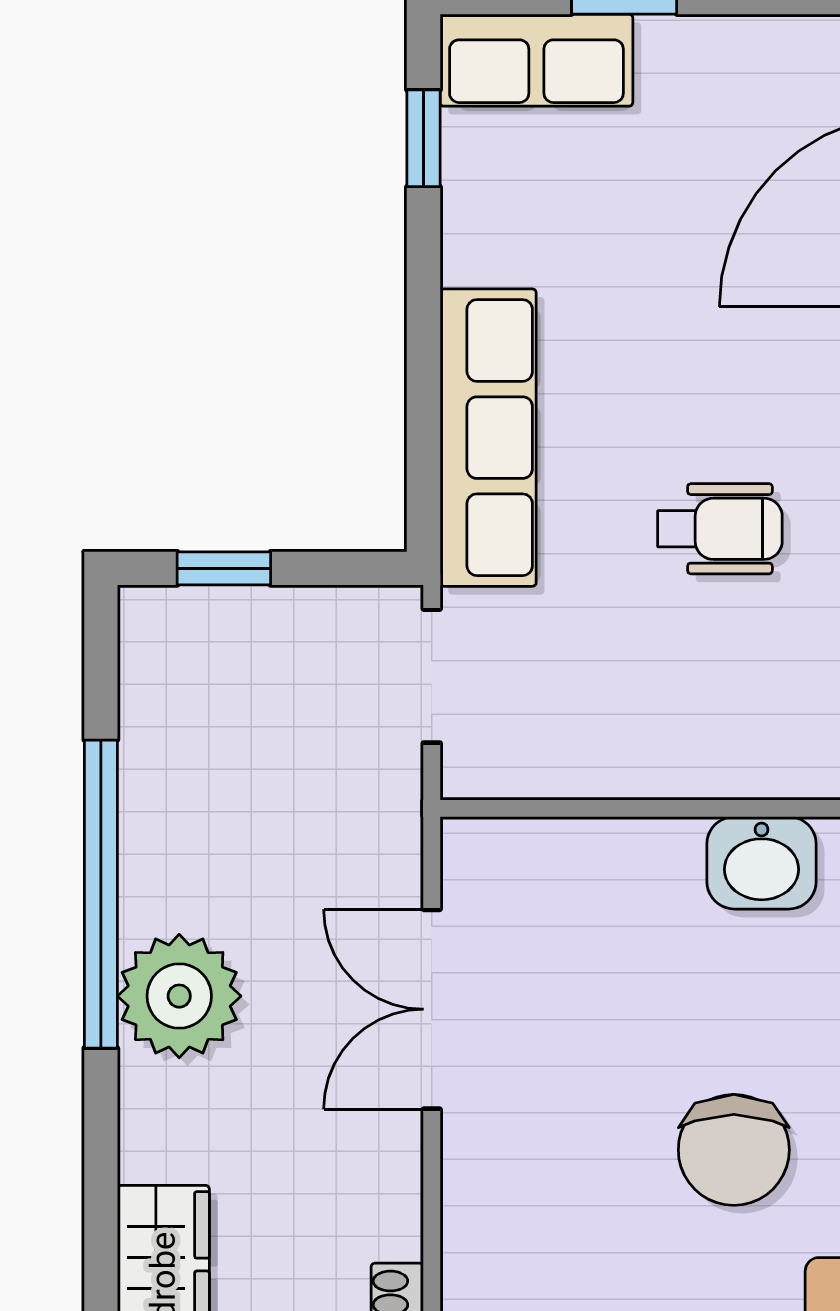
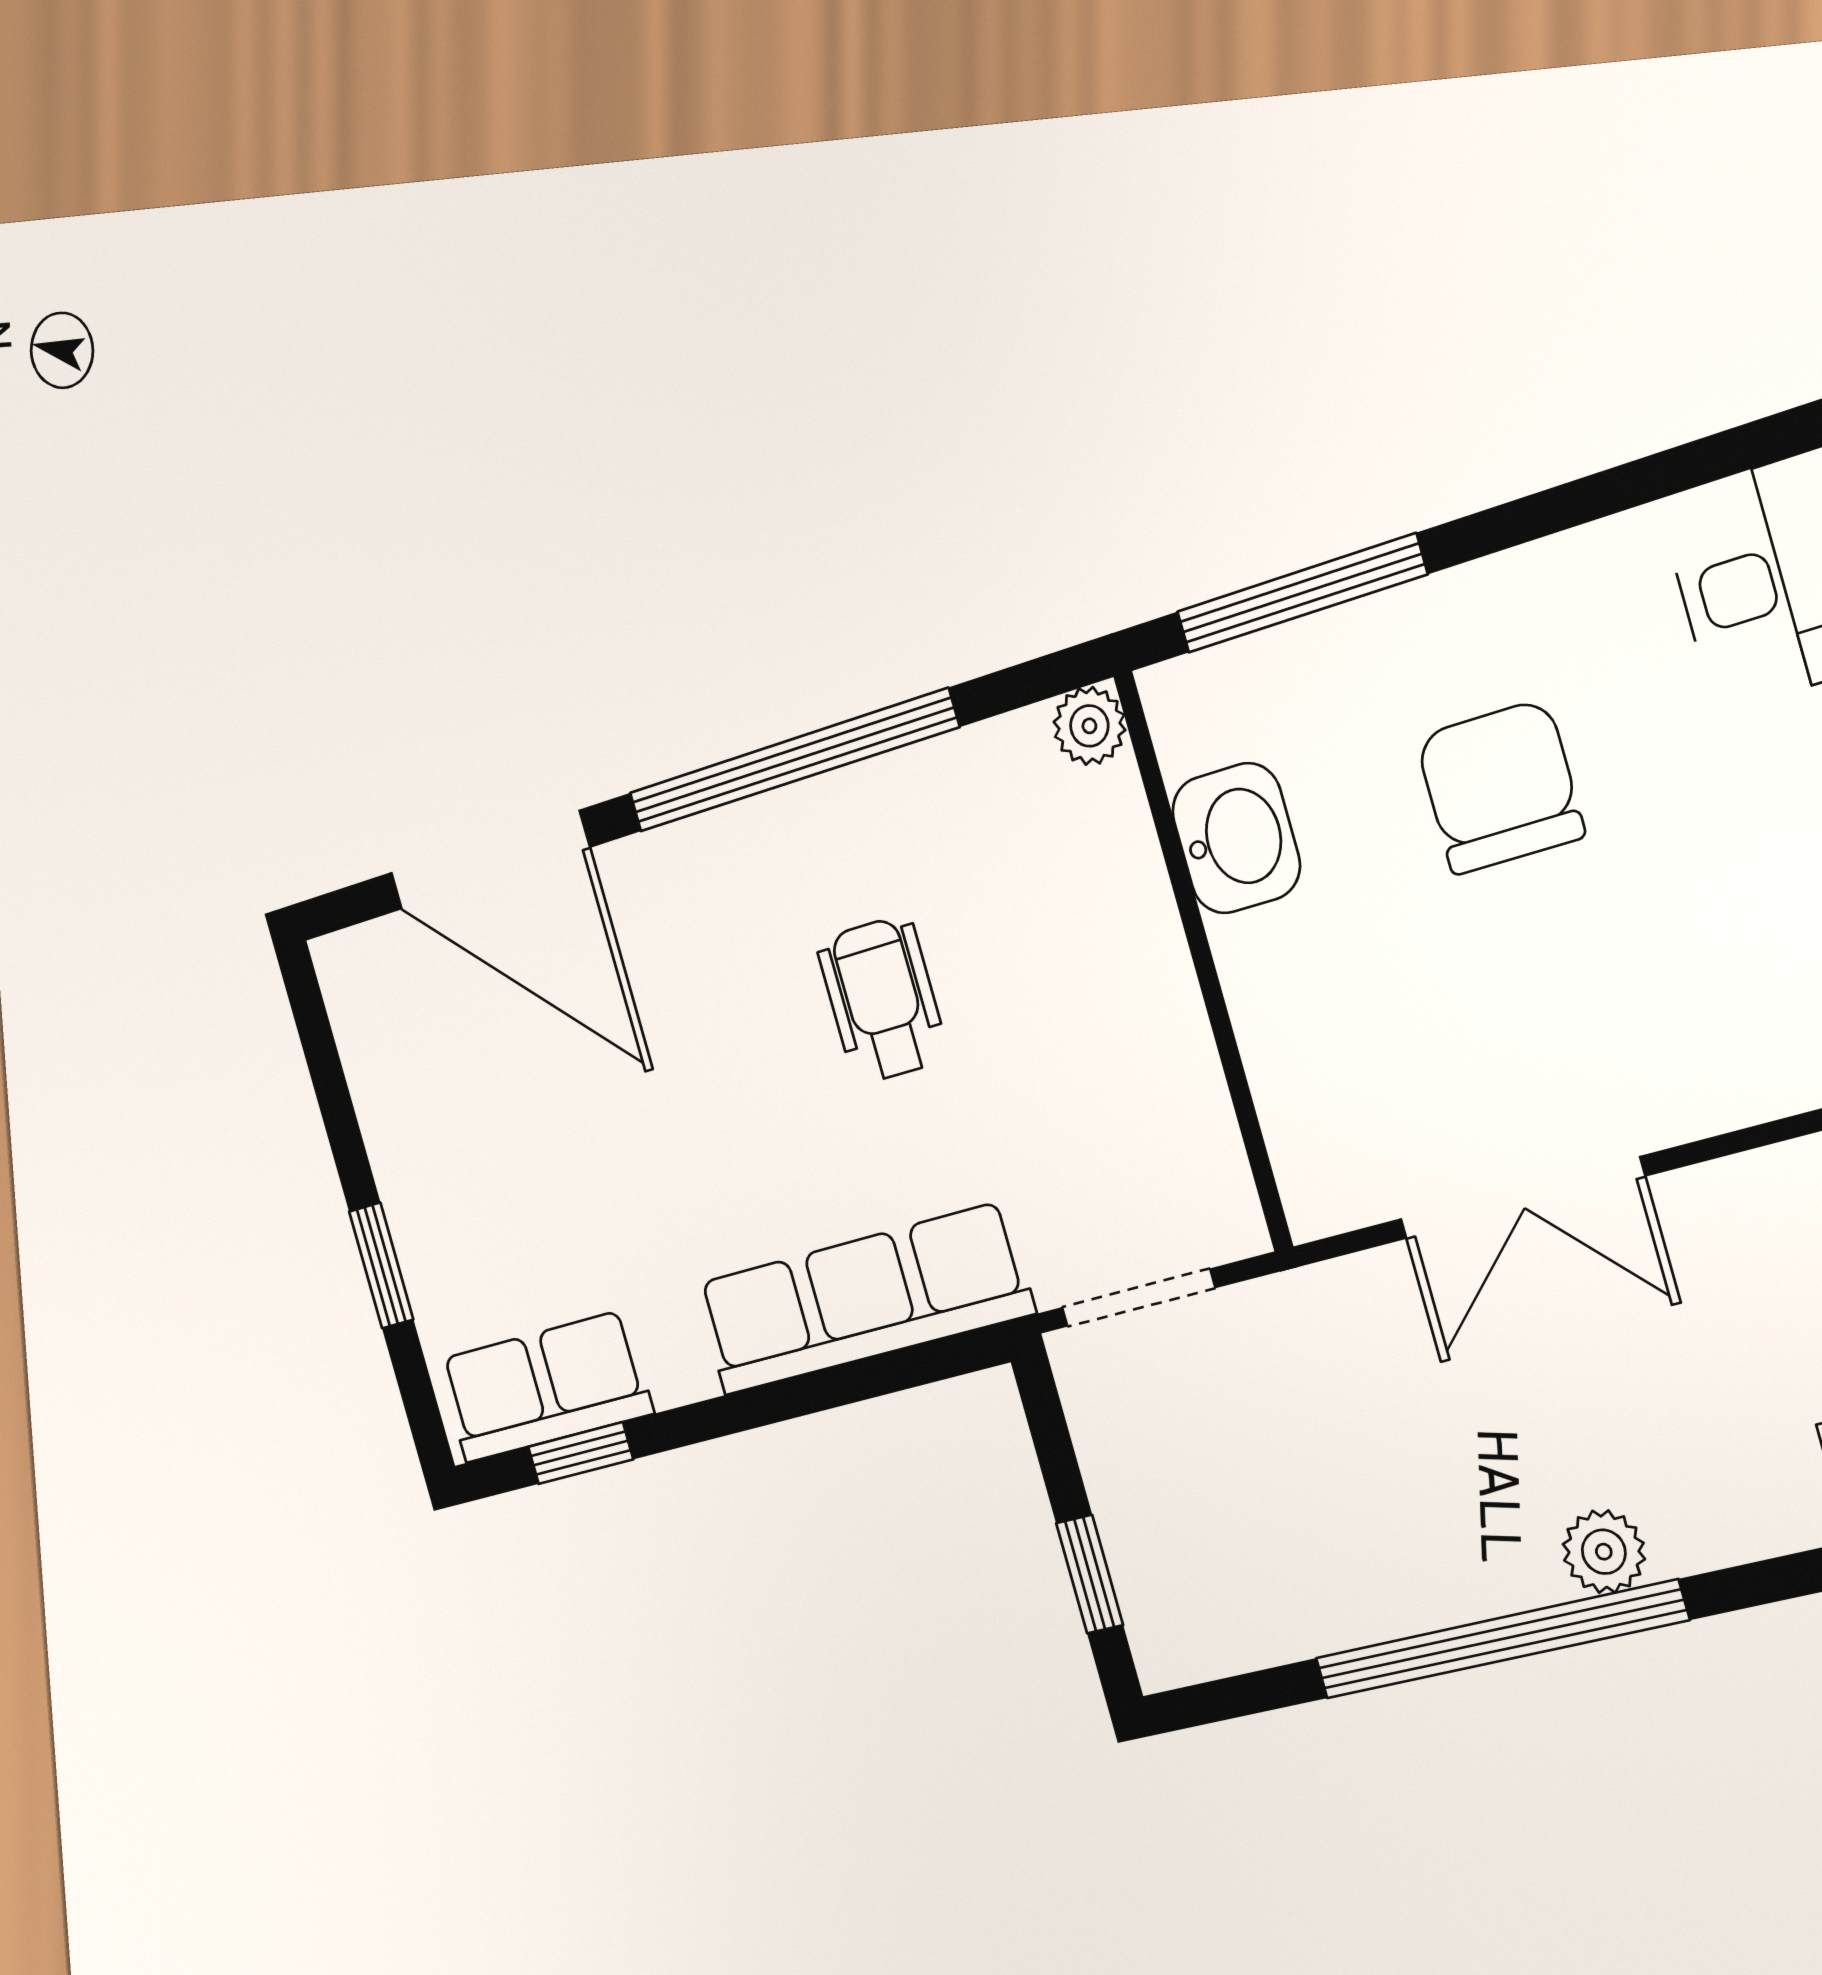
row of seats: (536, 60) -> (545, 1387), moved, turned -90
plant: (179, 996) -> (1604, 1552), width x0.53, depth x0.53
chair: (734, 1150) -> (1500, 787), moved, turned -90

